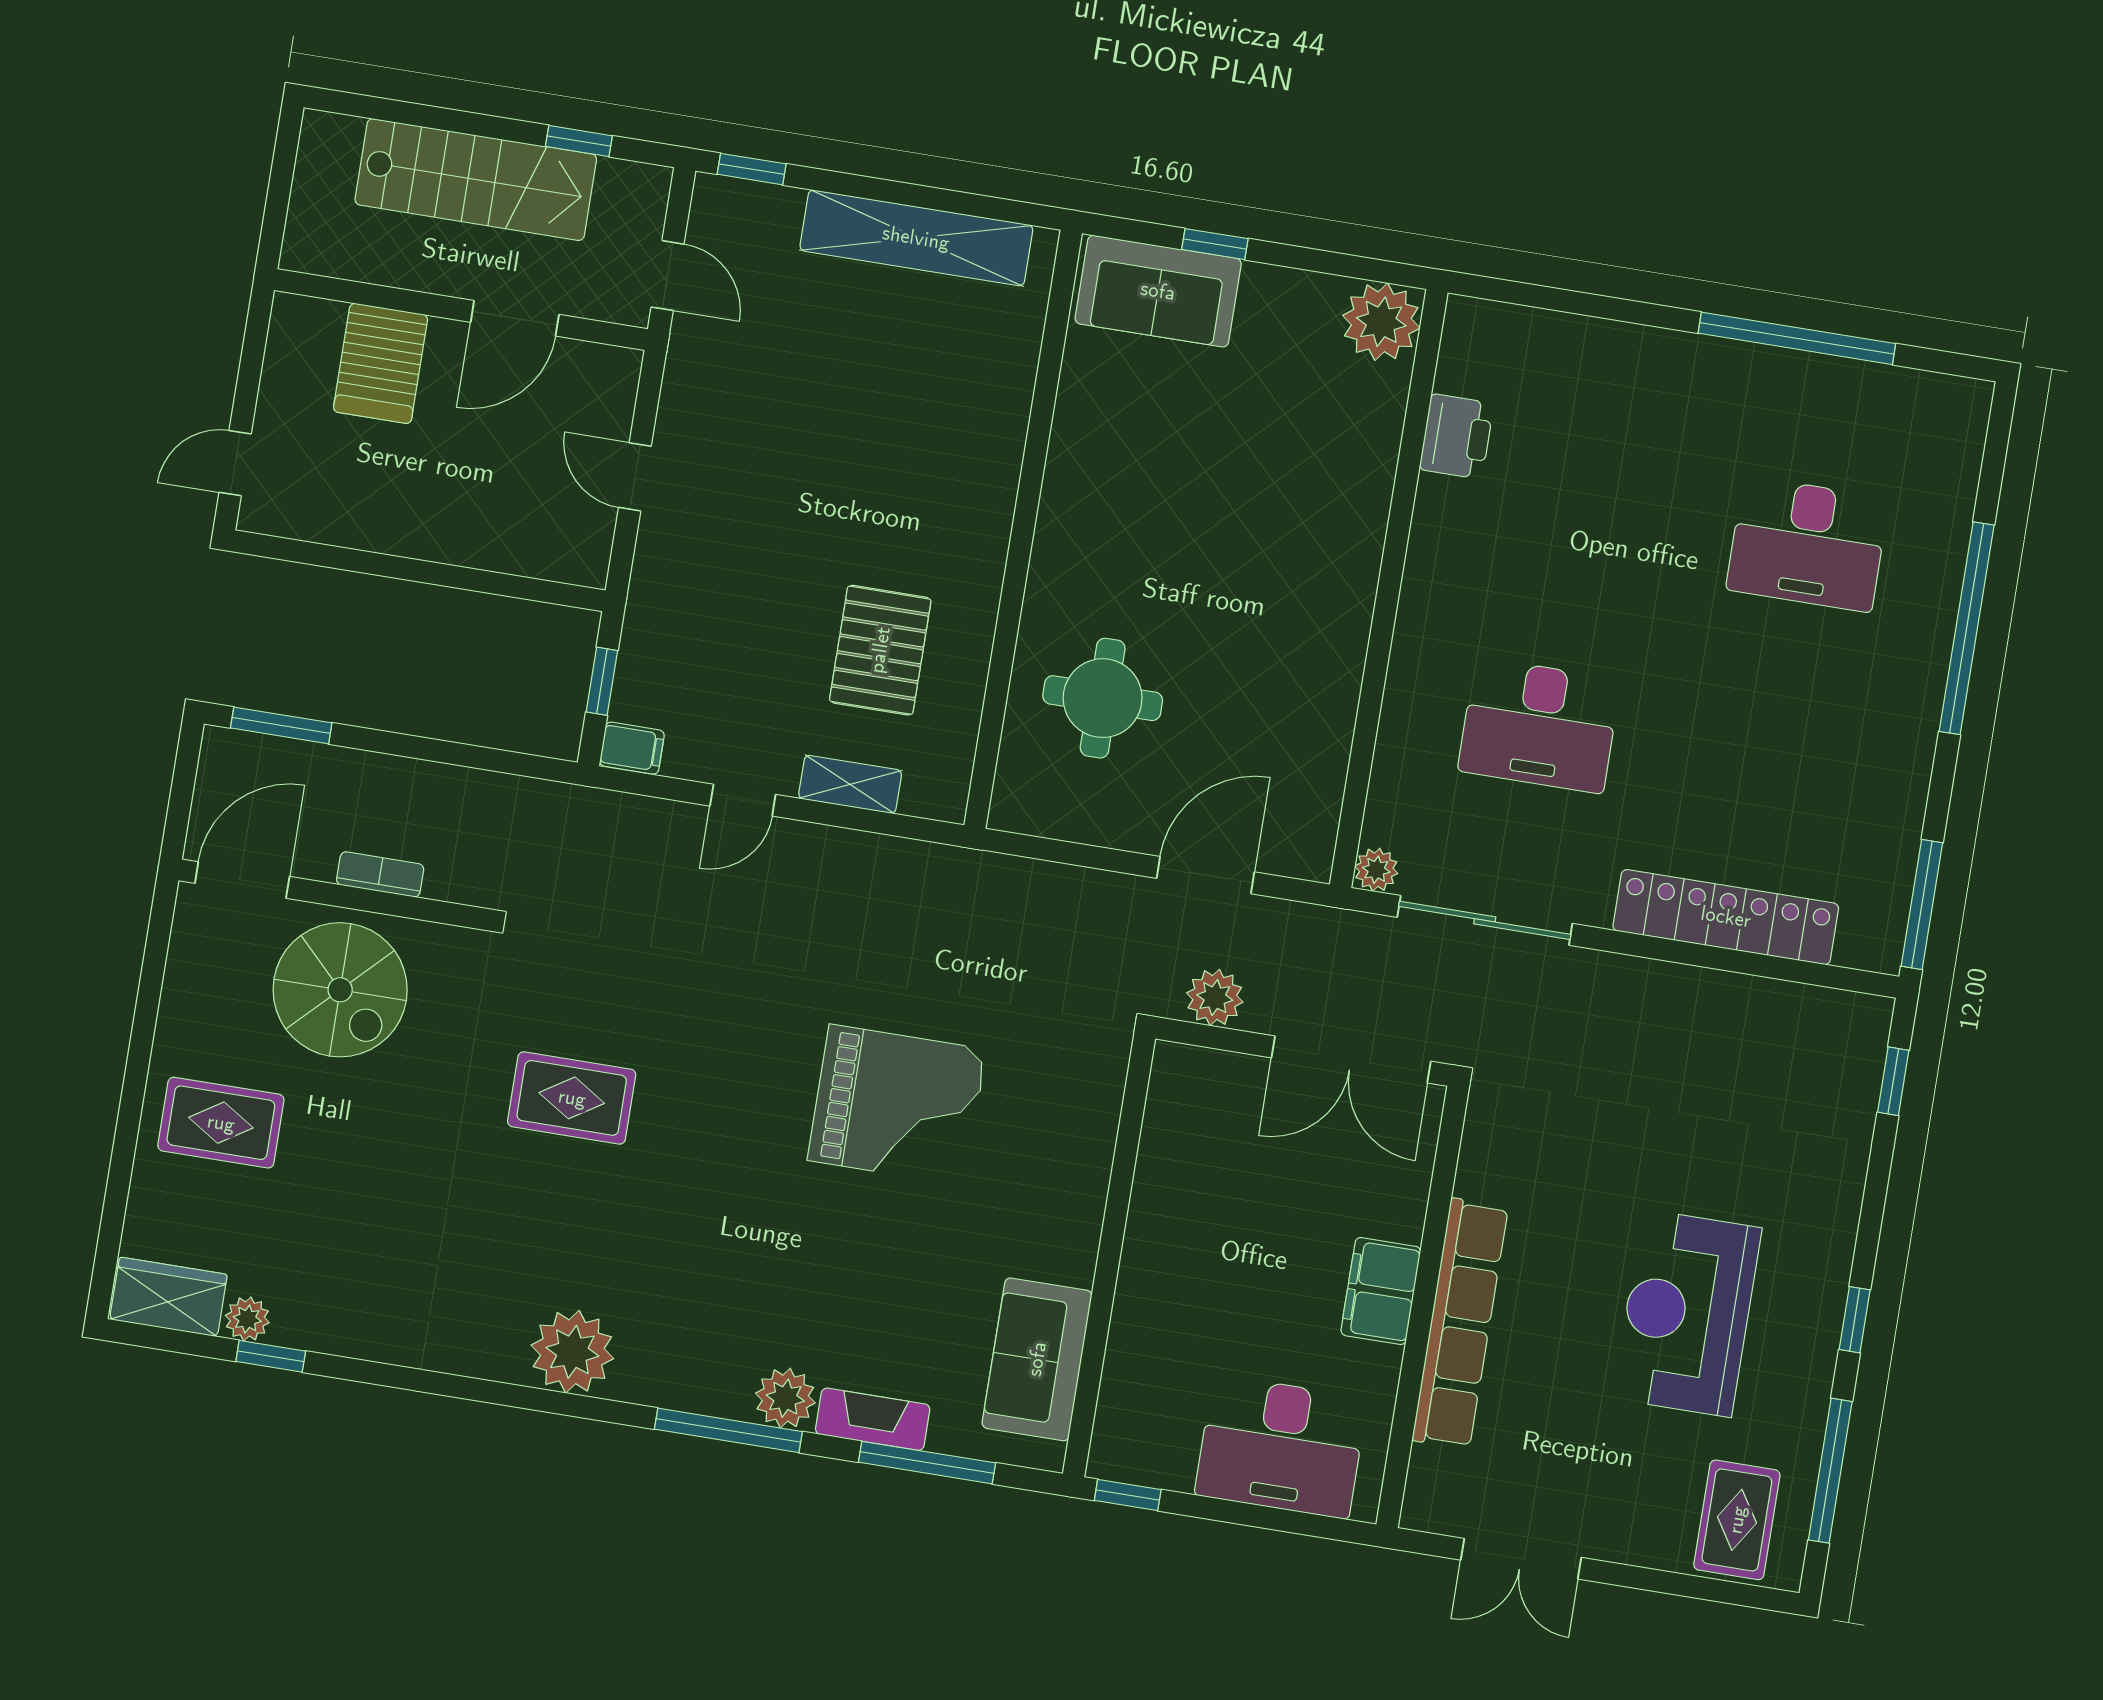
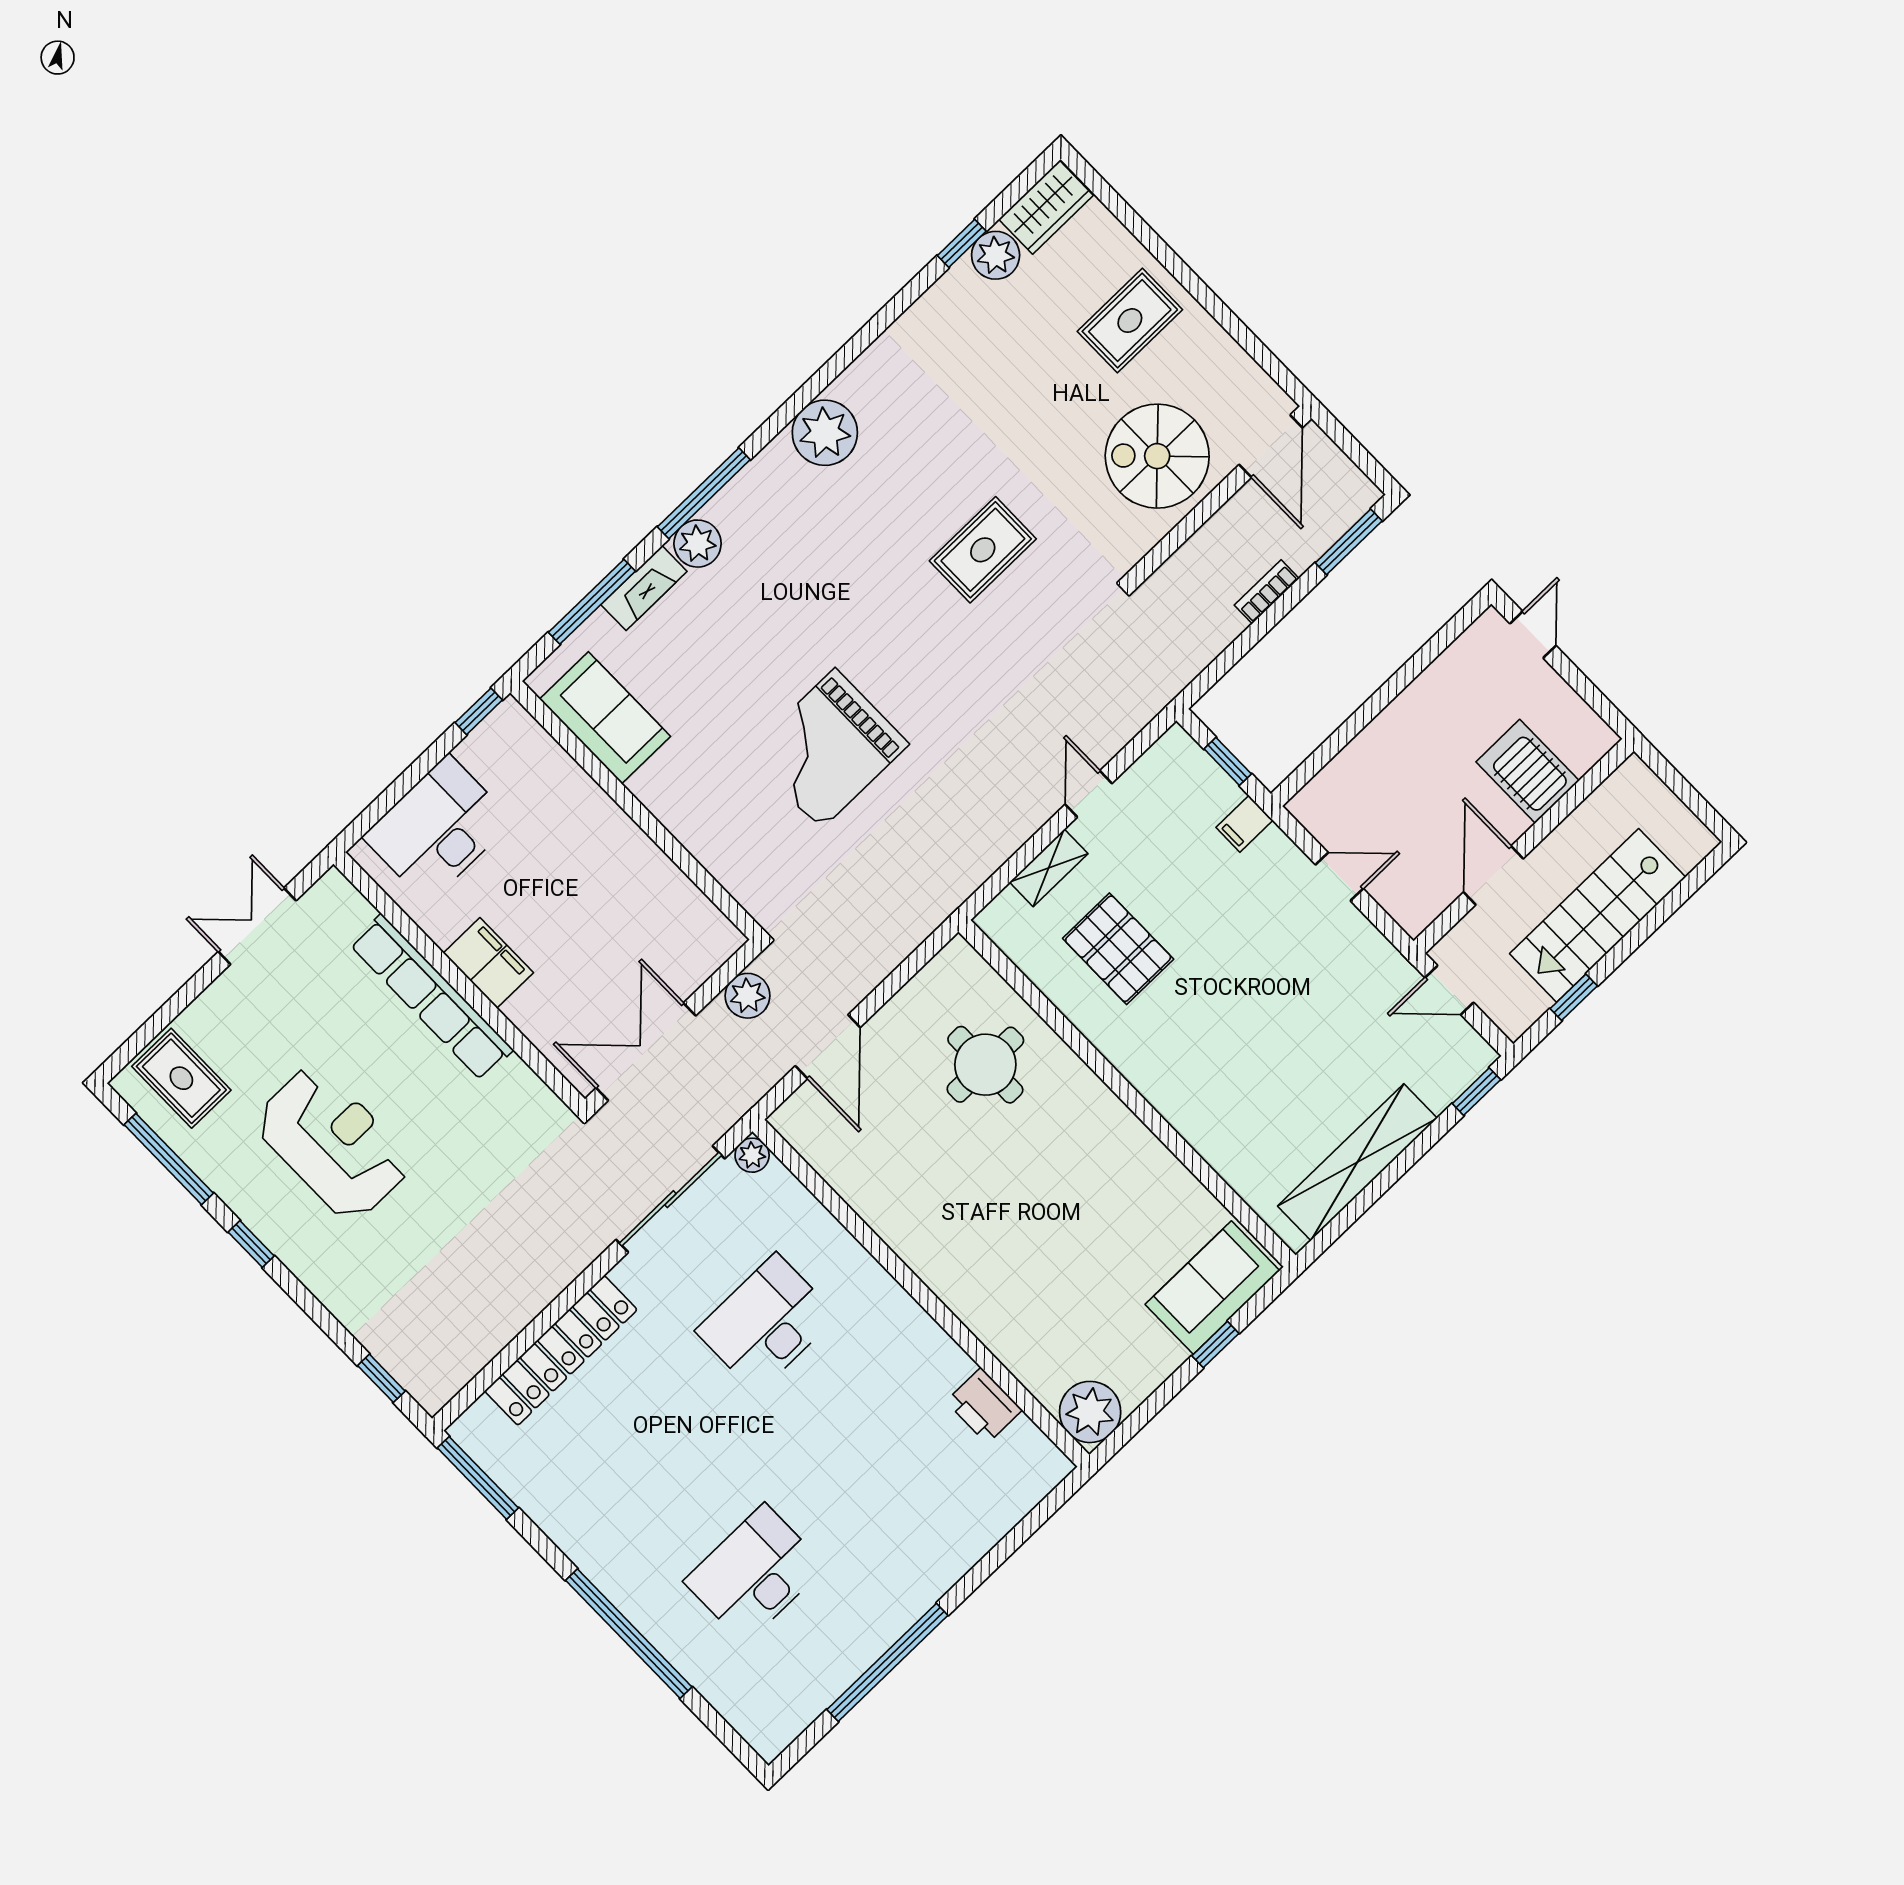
filing cabinet: (632, 748) -> (1244, 824), moved
bookcase: (380, 874) -> (1267, 592), moved, turned 180
plant: (247, 1319) -> (996, 255), width x1.38, depth x1.38

